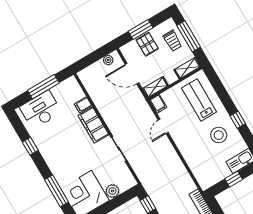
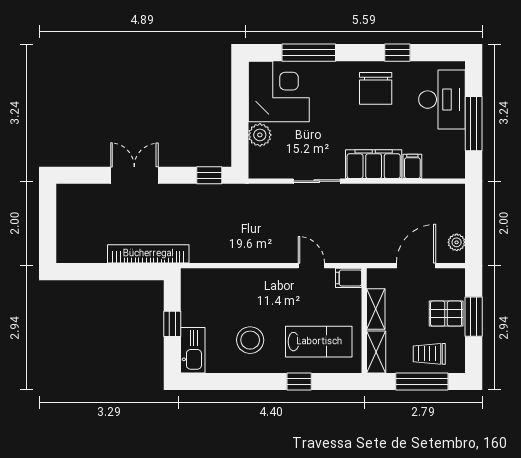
shelving: (155, 87) -> (376, 309), moved
window: (238, 120) -> (299, 381), moved
chair: (55, 146) -> (376, 88), added

